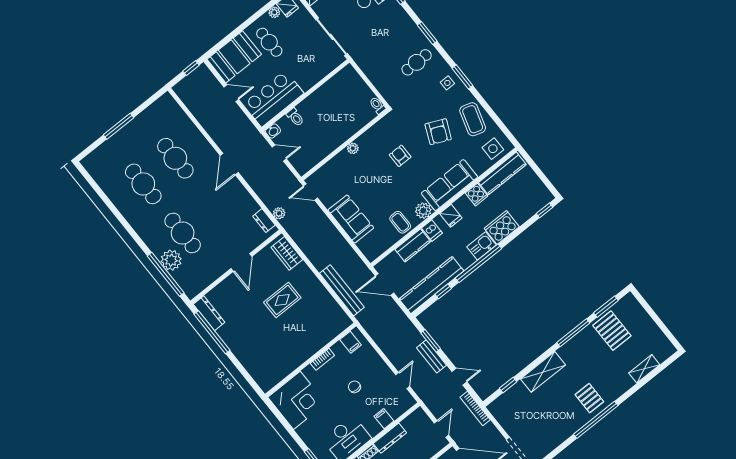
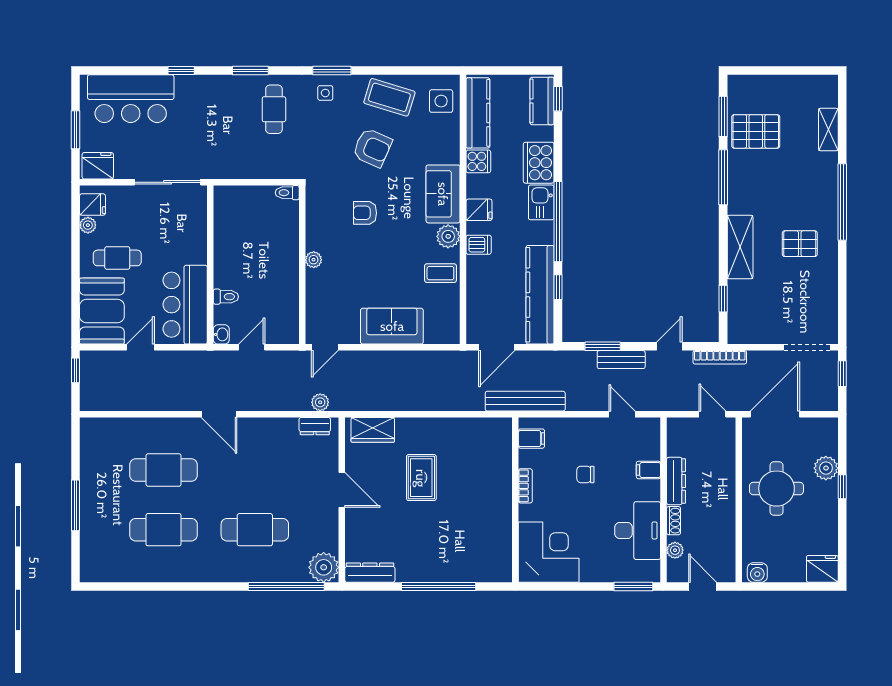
sofa: (449, 185) -> (443, 194), width x0.73
kitchen counter: (413, 245) -> (542, 101), moved, turned 180
plant: (171, 260) -> (324, 567), moved
bench: (342, 290) -> (525, 401), moved
window: (212, 332) -> (439, 587), moved
pallet: (589, 398) -> (800, 244), moved
window: (596, 420) -> (842, 202), moved

